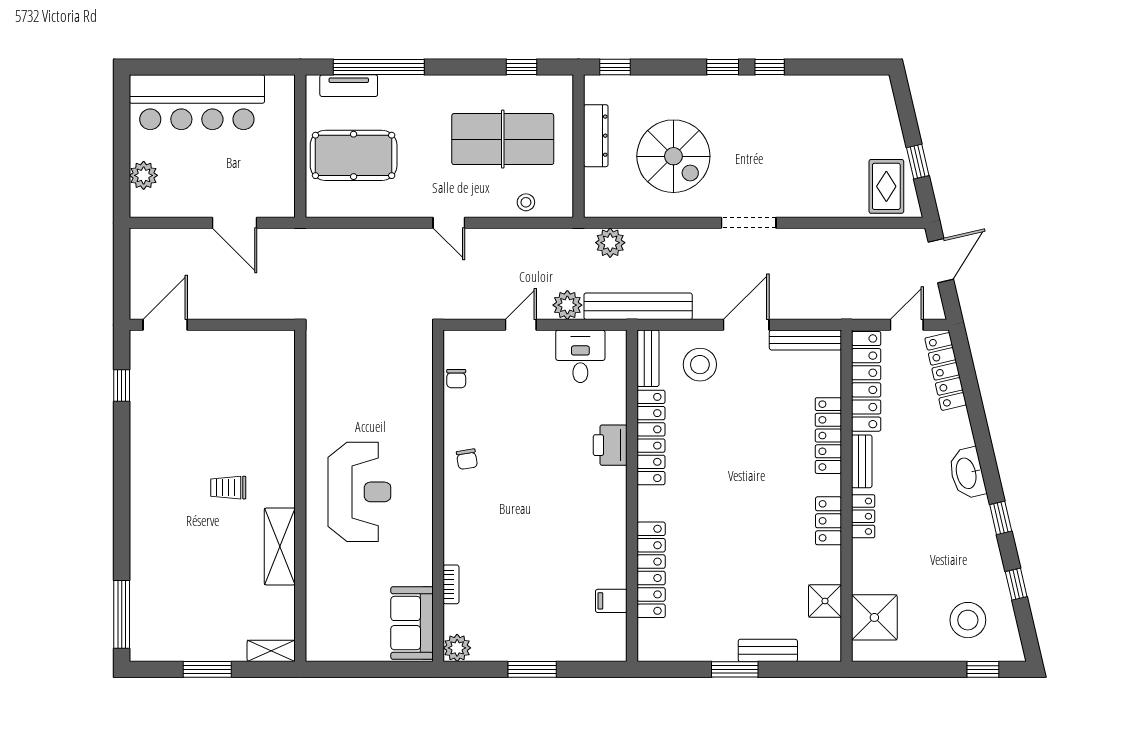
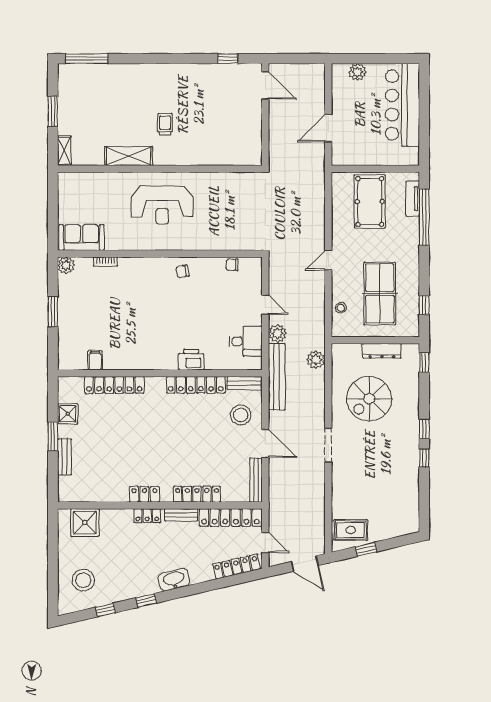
shower: (825, 601) -> (68, 414), moved
window: (983, 669) -> (53, 589), removed

